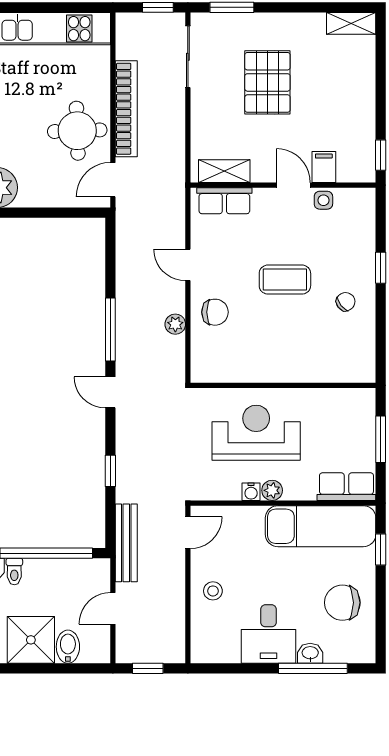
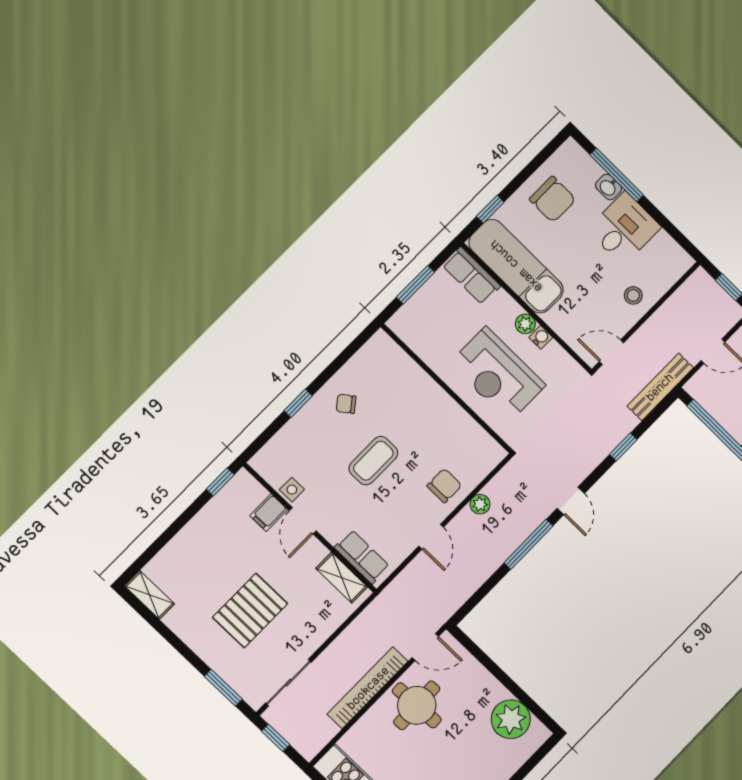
coffee table: (285, 280) -> (373, 461), turned 90
chair: (215, 312) -> (444, 486), turned 90

